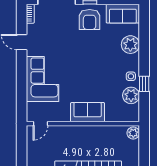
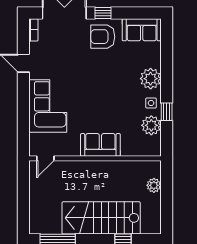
armchair: (90, 19) -> (103, 37), turned 90
plant: (130, 45) -> (151, 79), moved
plant: (133, 133) -> (154, 185), moved

